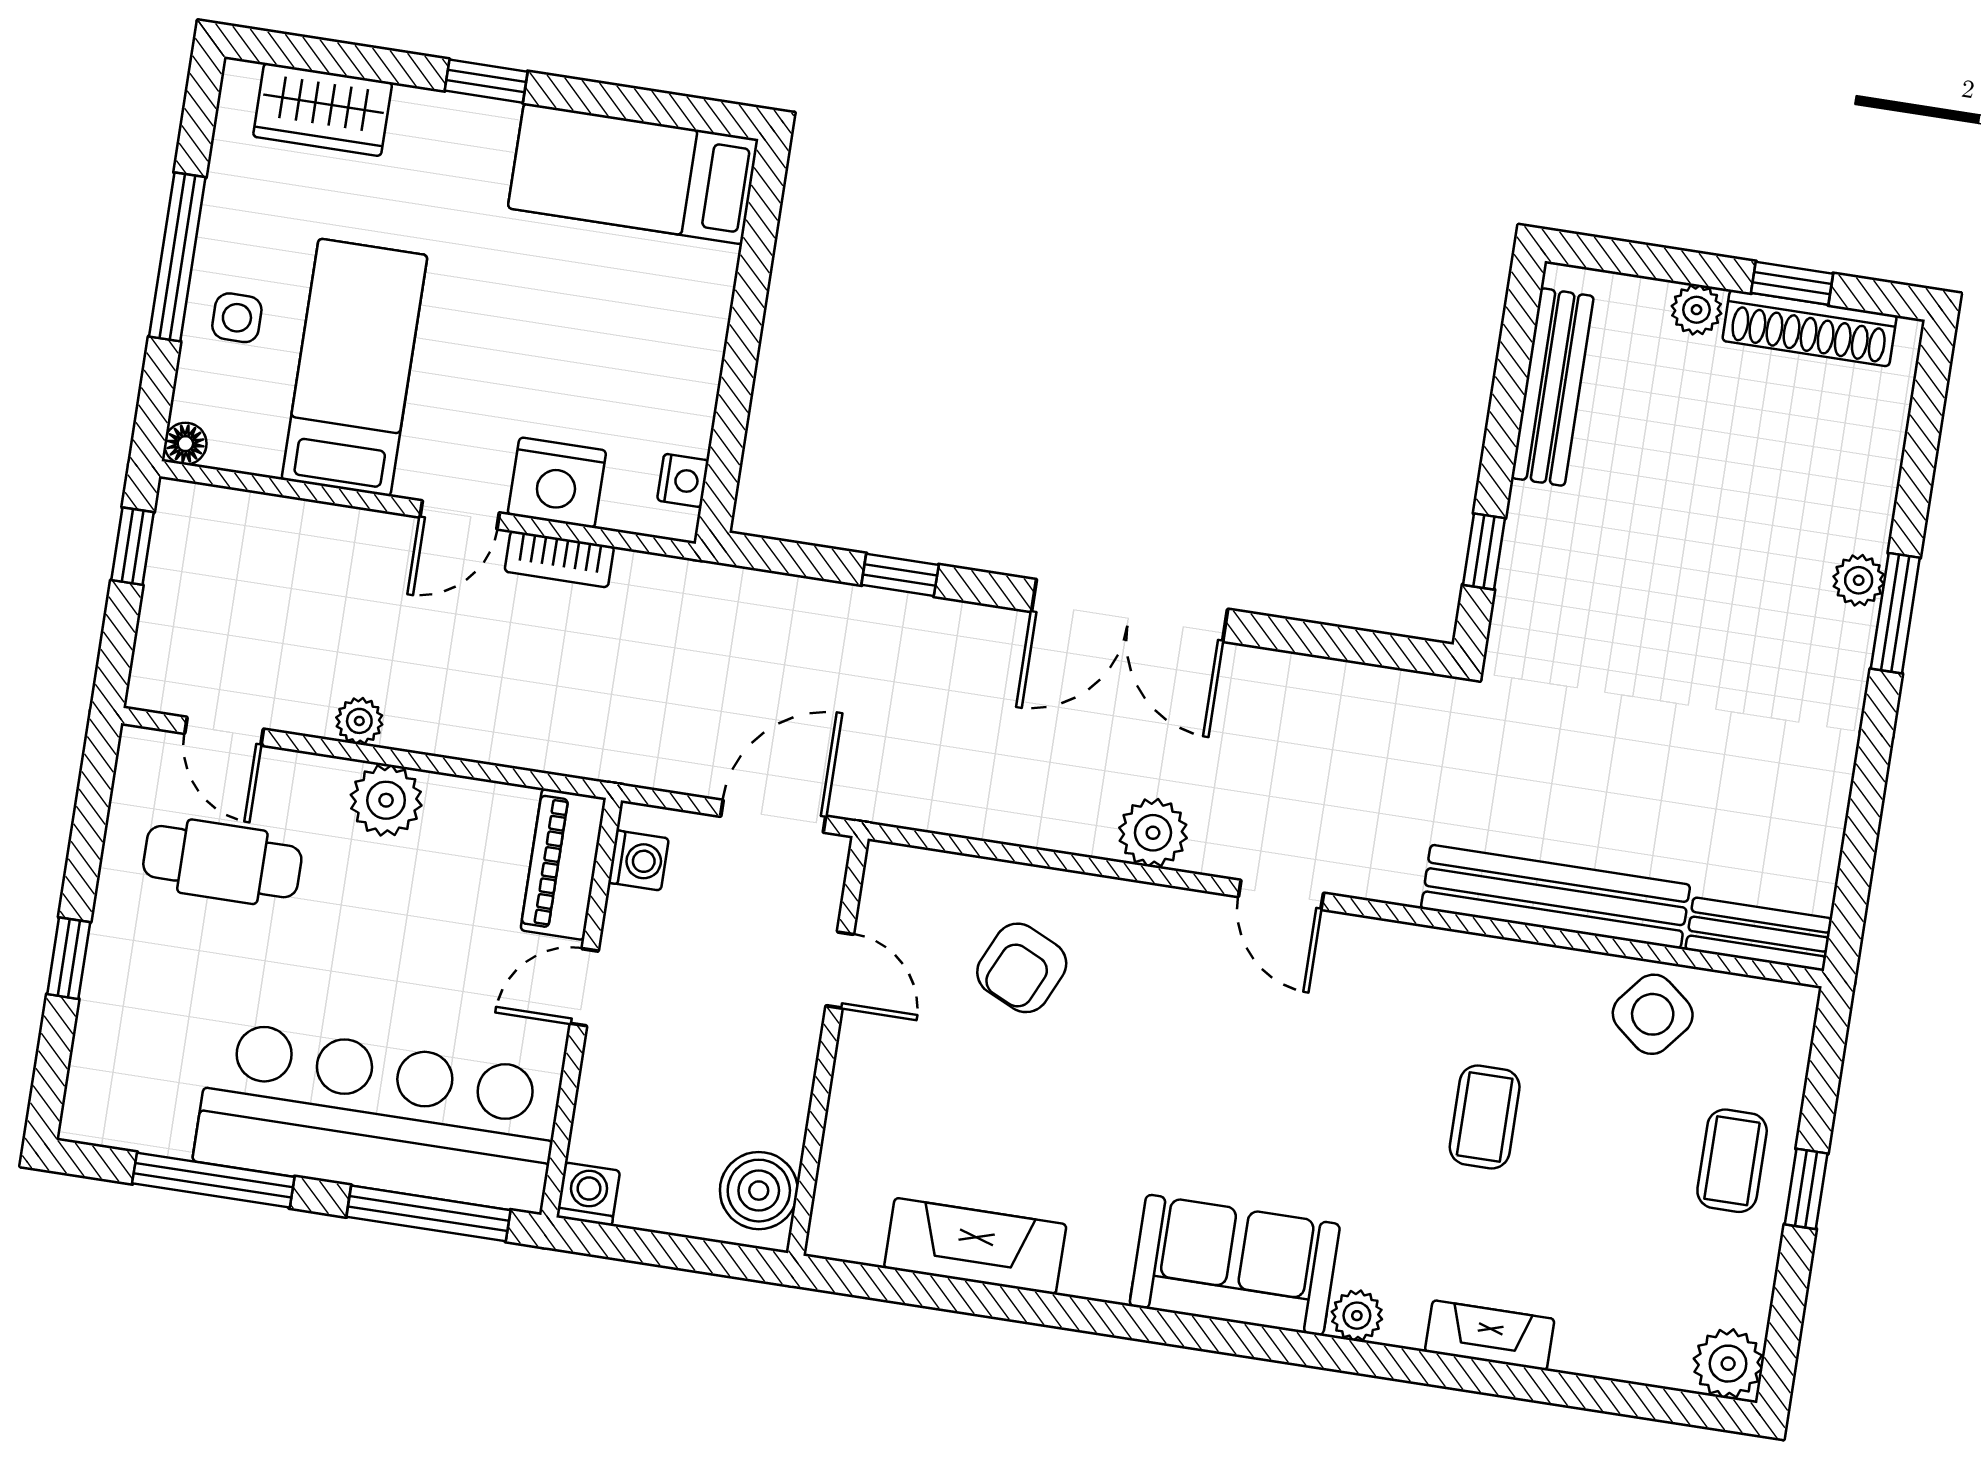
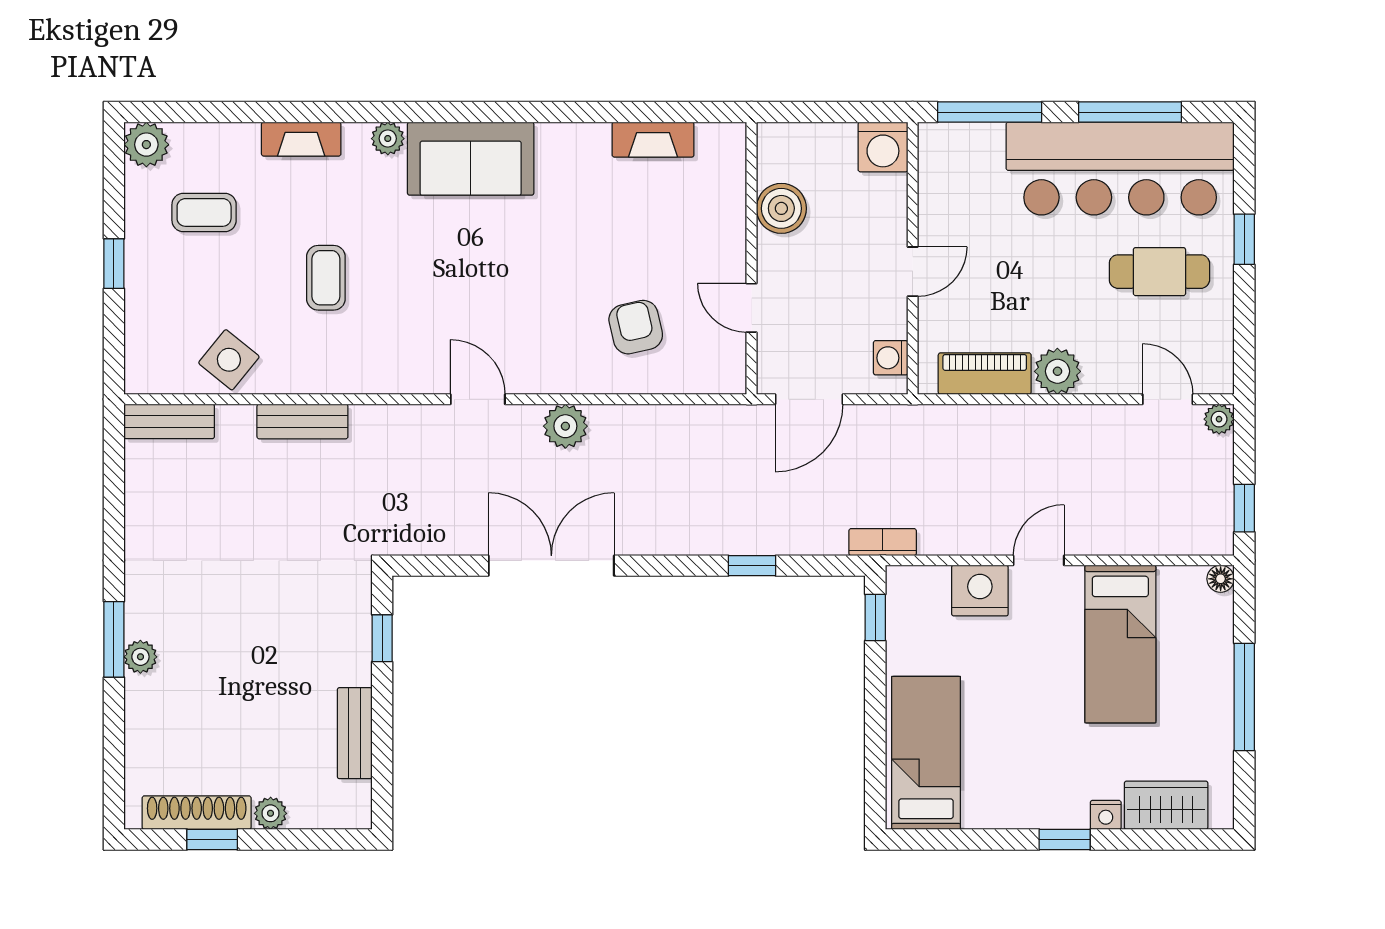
bed: (633, 174) -> (926, 753), moved, turned -90
side table: (237, 318) -> (1200, 664), removed
bench: (1553, 387) -> (355, 733), width x0.73
window: (724, 466) -> (875, 618), added
nightstand: (683, 480) -> (1106, 815), moved, turned -90
bookcase: (559, 559) -> (883, 542), moved
double door: (1130, 610) -> (551, 566), moved
plant: (359, 721) -> (1219, 419), moved
cafe table: (222, 862) -> (1159, 272), moved
piano: (563, 864) -> (985, 374), moved, turned -90
bench: (1556, 897) -> (302, 421), width x0.54, depth x0.82
armchair: (1022, 968) -> (636, 327), turned -38
bar counter: (378, 1117) -> (1120, 169), moved
coffee table: (1732, 1161) -> (204, 212), moved, turned 90
boiler: (759, 1191) -> (781, 208), moved
washing machine: (588, 1194) -> (883, 147), width x1.38, depth x1.38
fireplace: (975, 1246) -> (653, 140), width x0.73, depth x0.76

